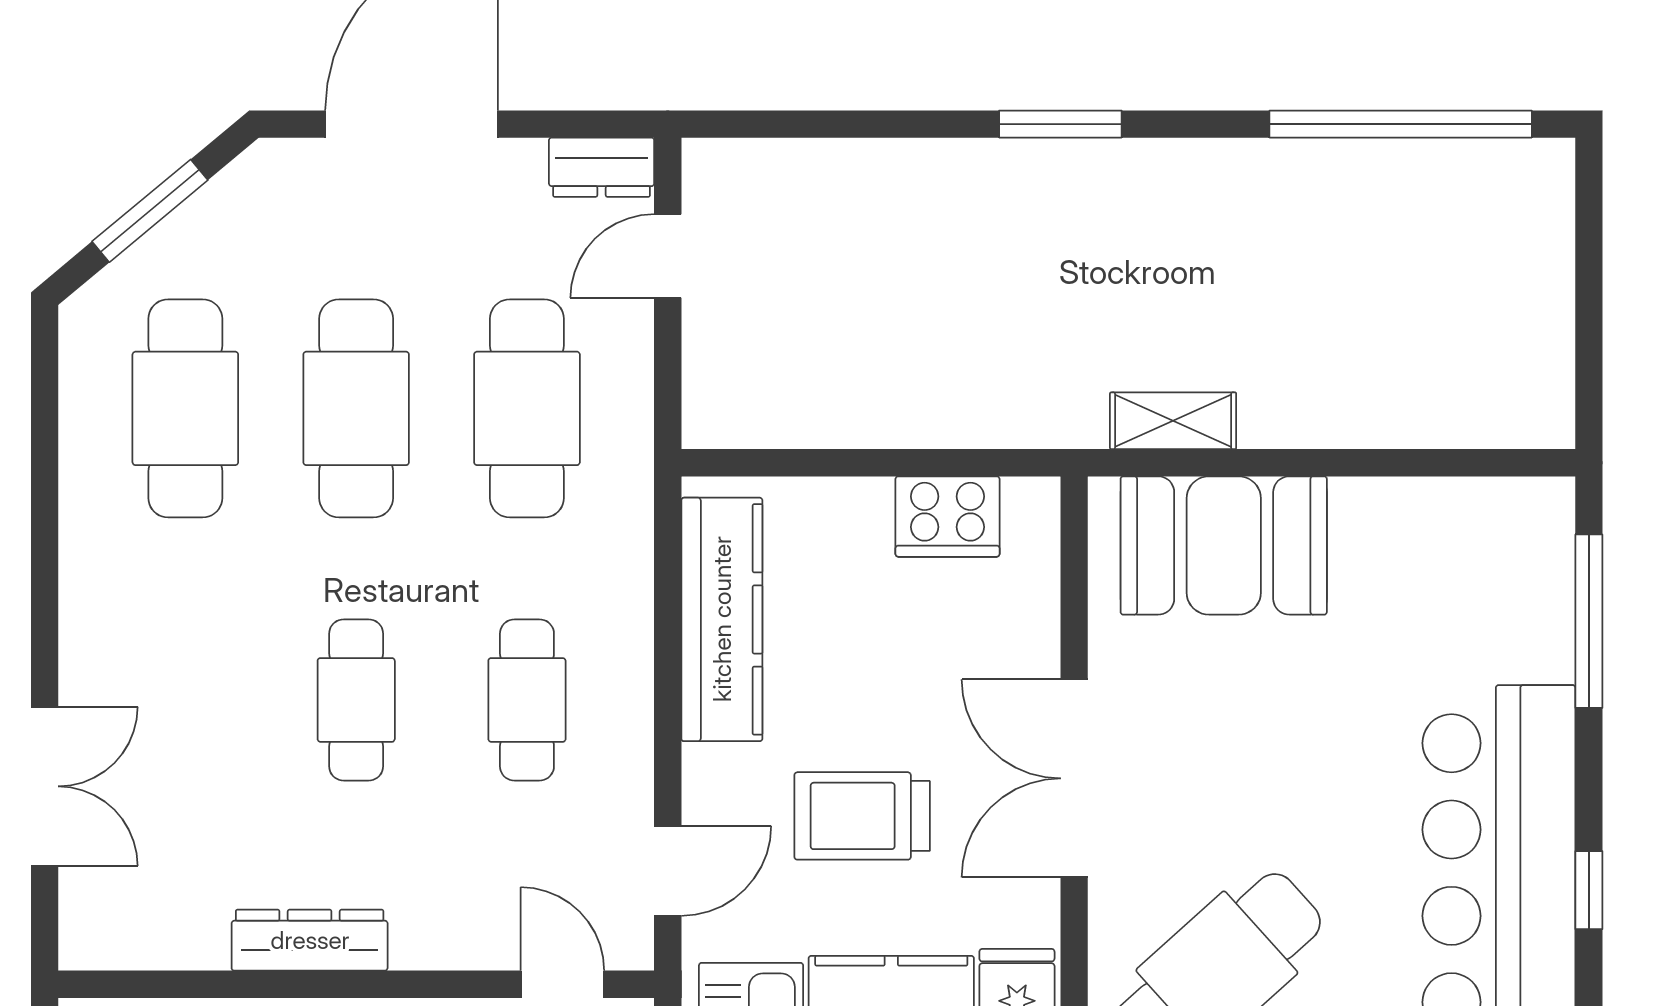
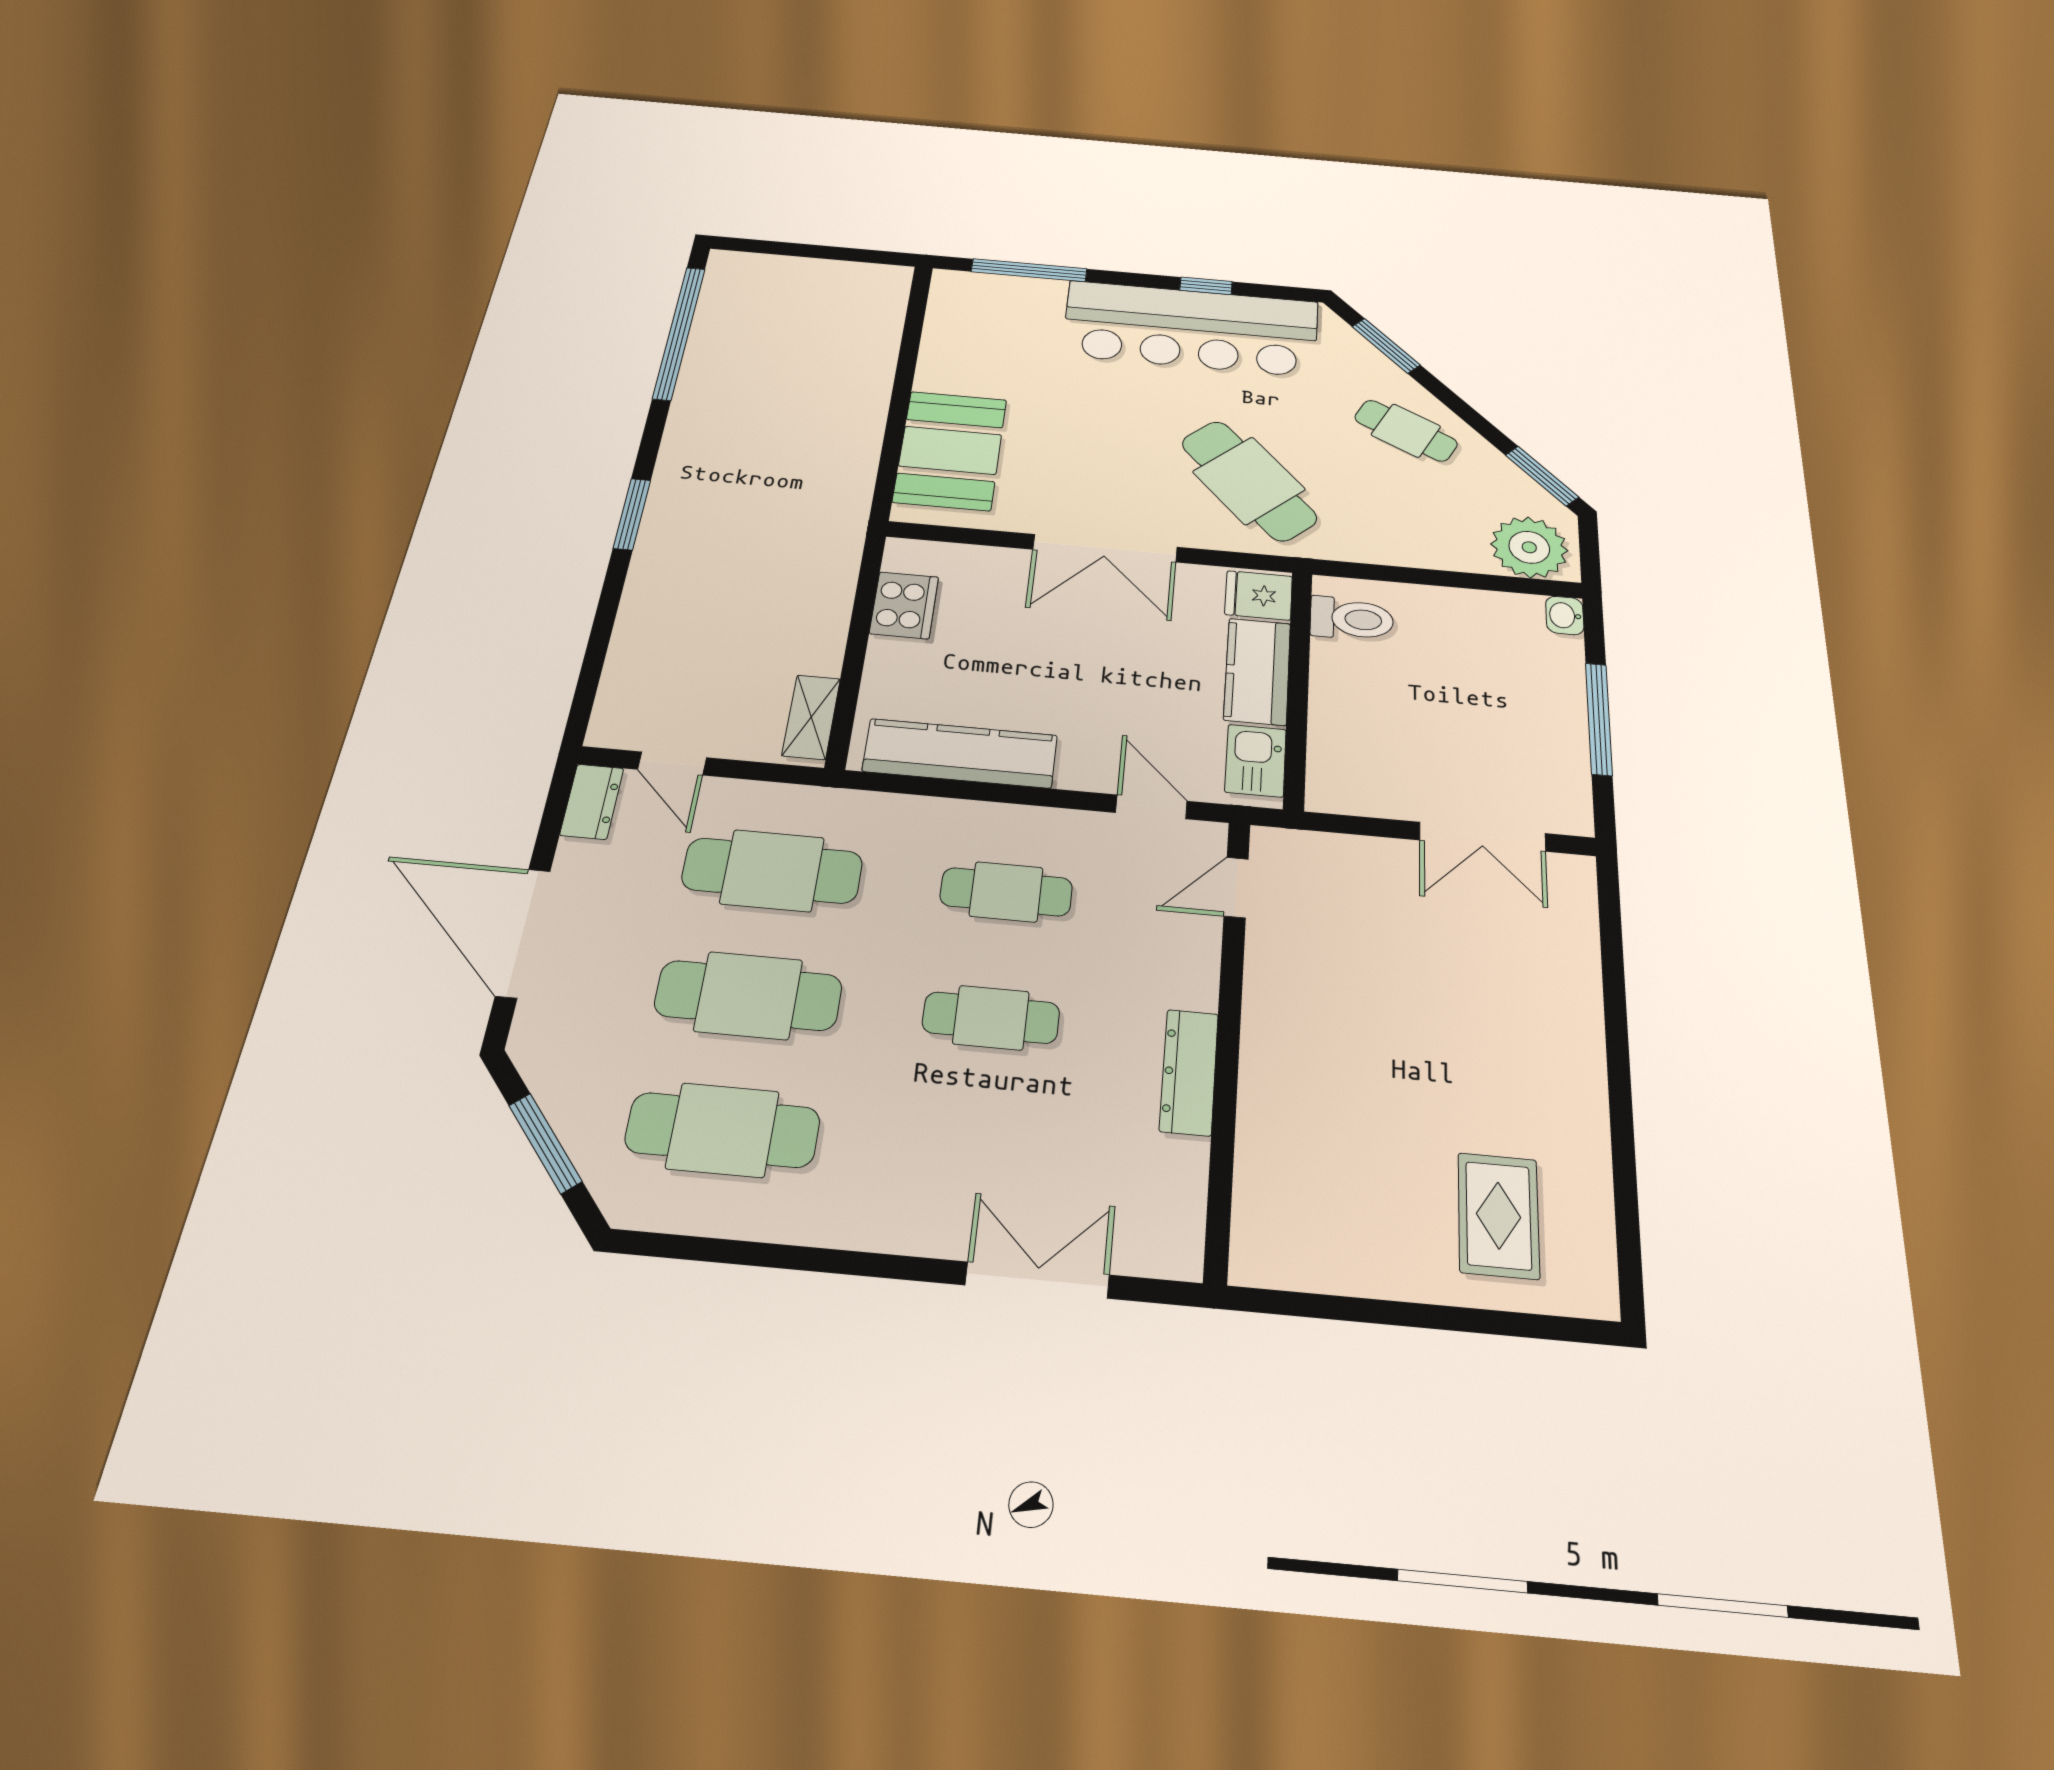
shelving: (1173, 421) -> (811, 717), moved
trolley: (862, 816) -> (1120, 677), removed

